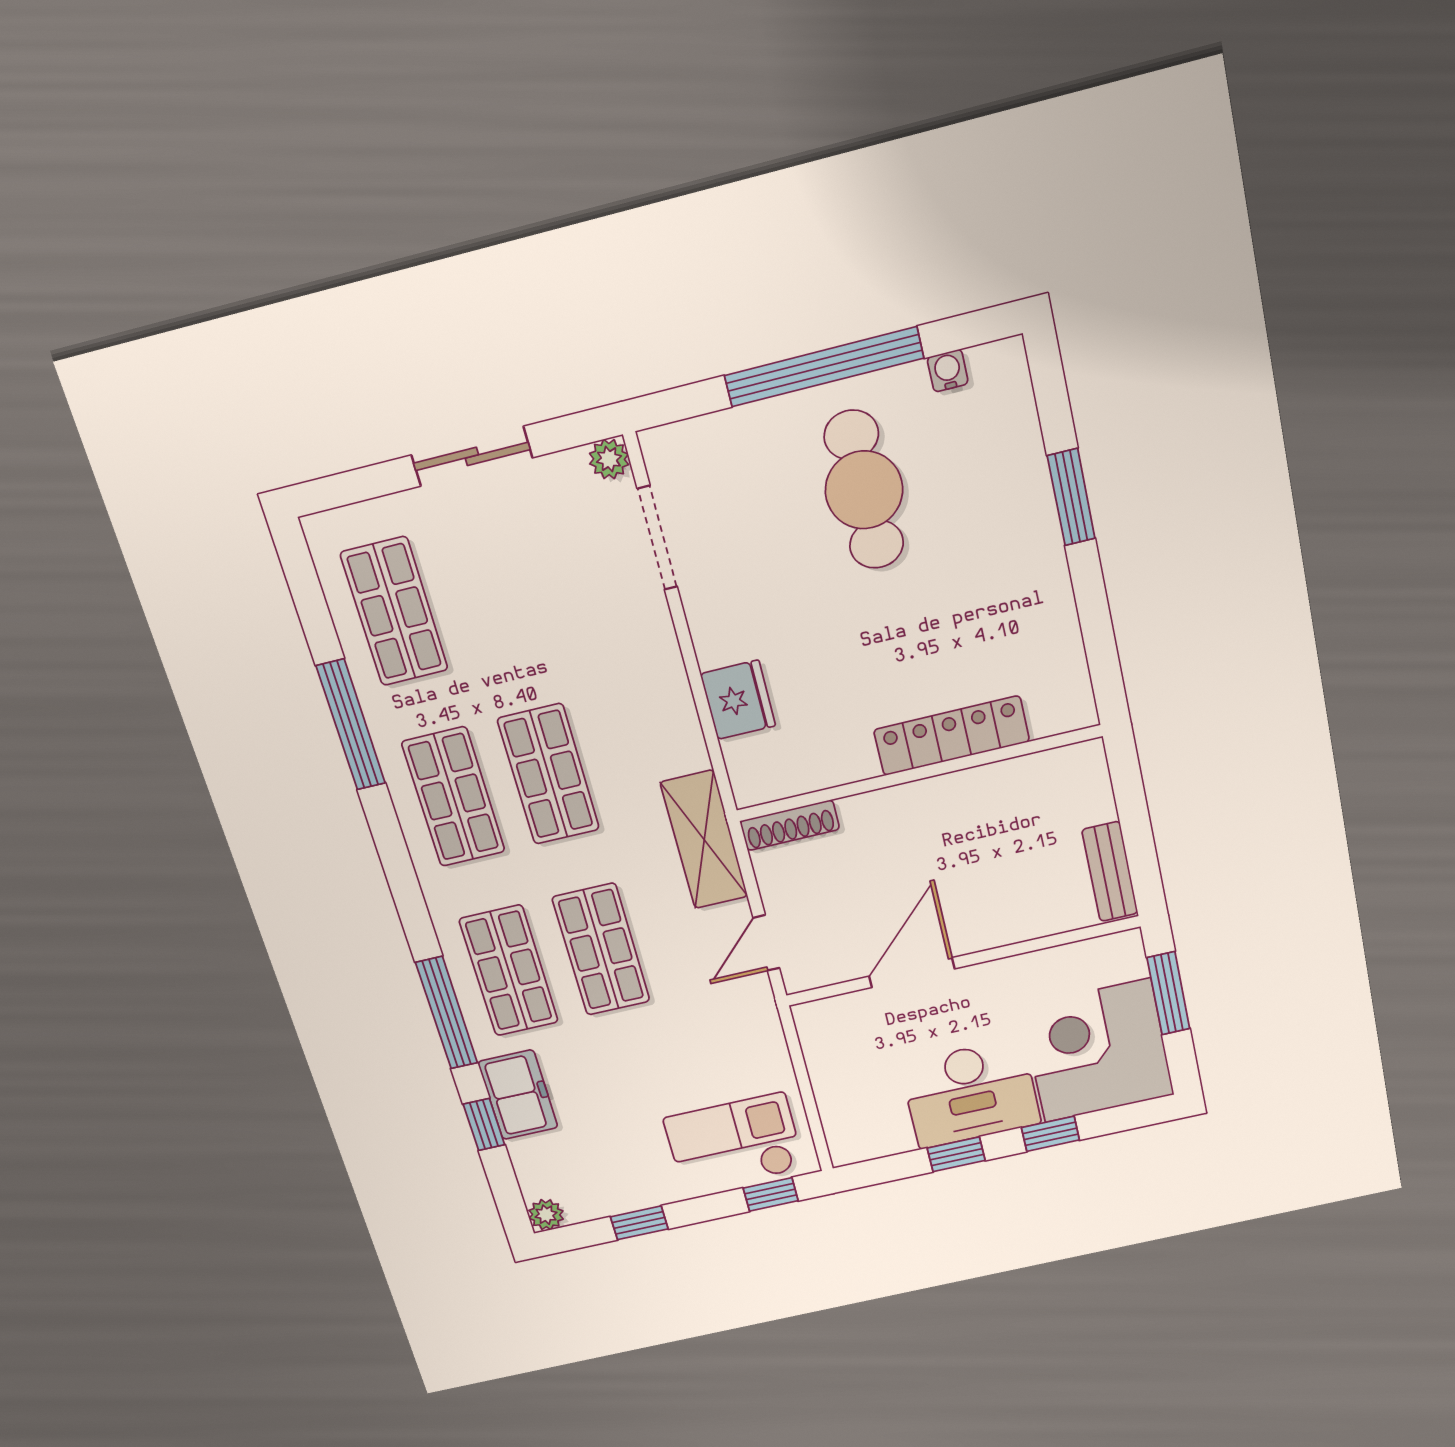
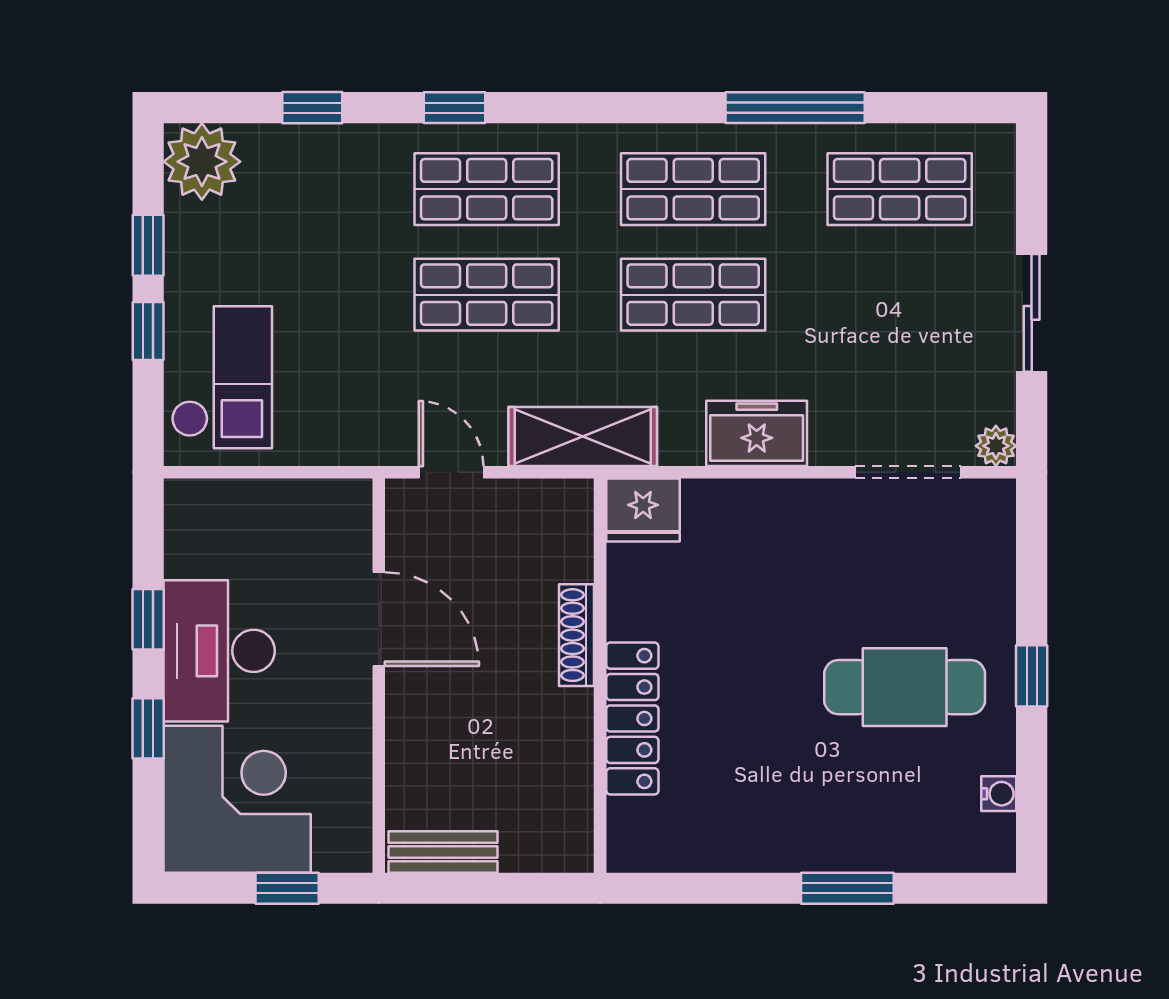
window: (824, 367) -> (1032, 676), width x0.32
fridge: (738, 700) -> (643, 510), moved
shoe rack: (790, 825) -> (577, 635), moved
window: (1168, 993) -> (287, 888), width x0.67
window: (447, 1013) -> (454, 108), width x0.46
freezer: (518, 1095) -> (757, 433), moved, turned 180
window: (771, 1194) -> (148, 331), moved
plant: (546, 1215) -> (202, 162), width x1.88, depth x1.88

